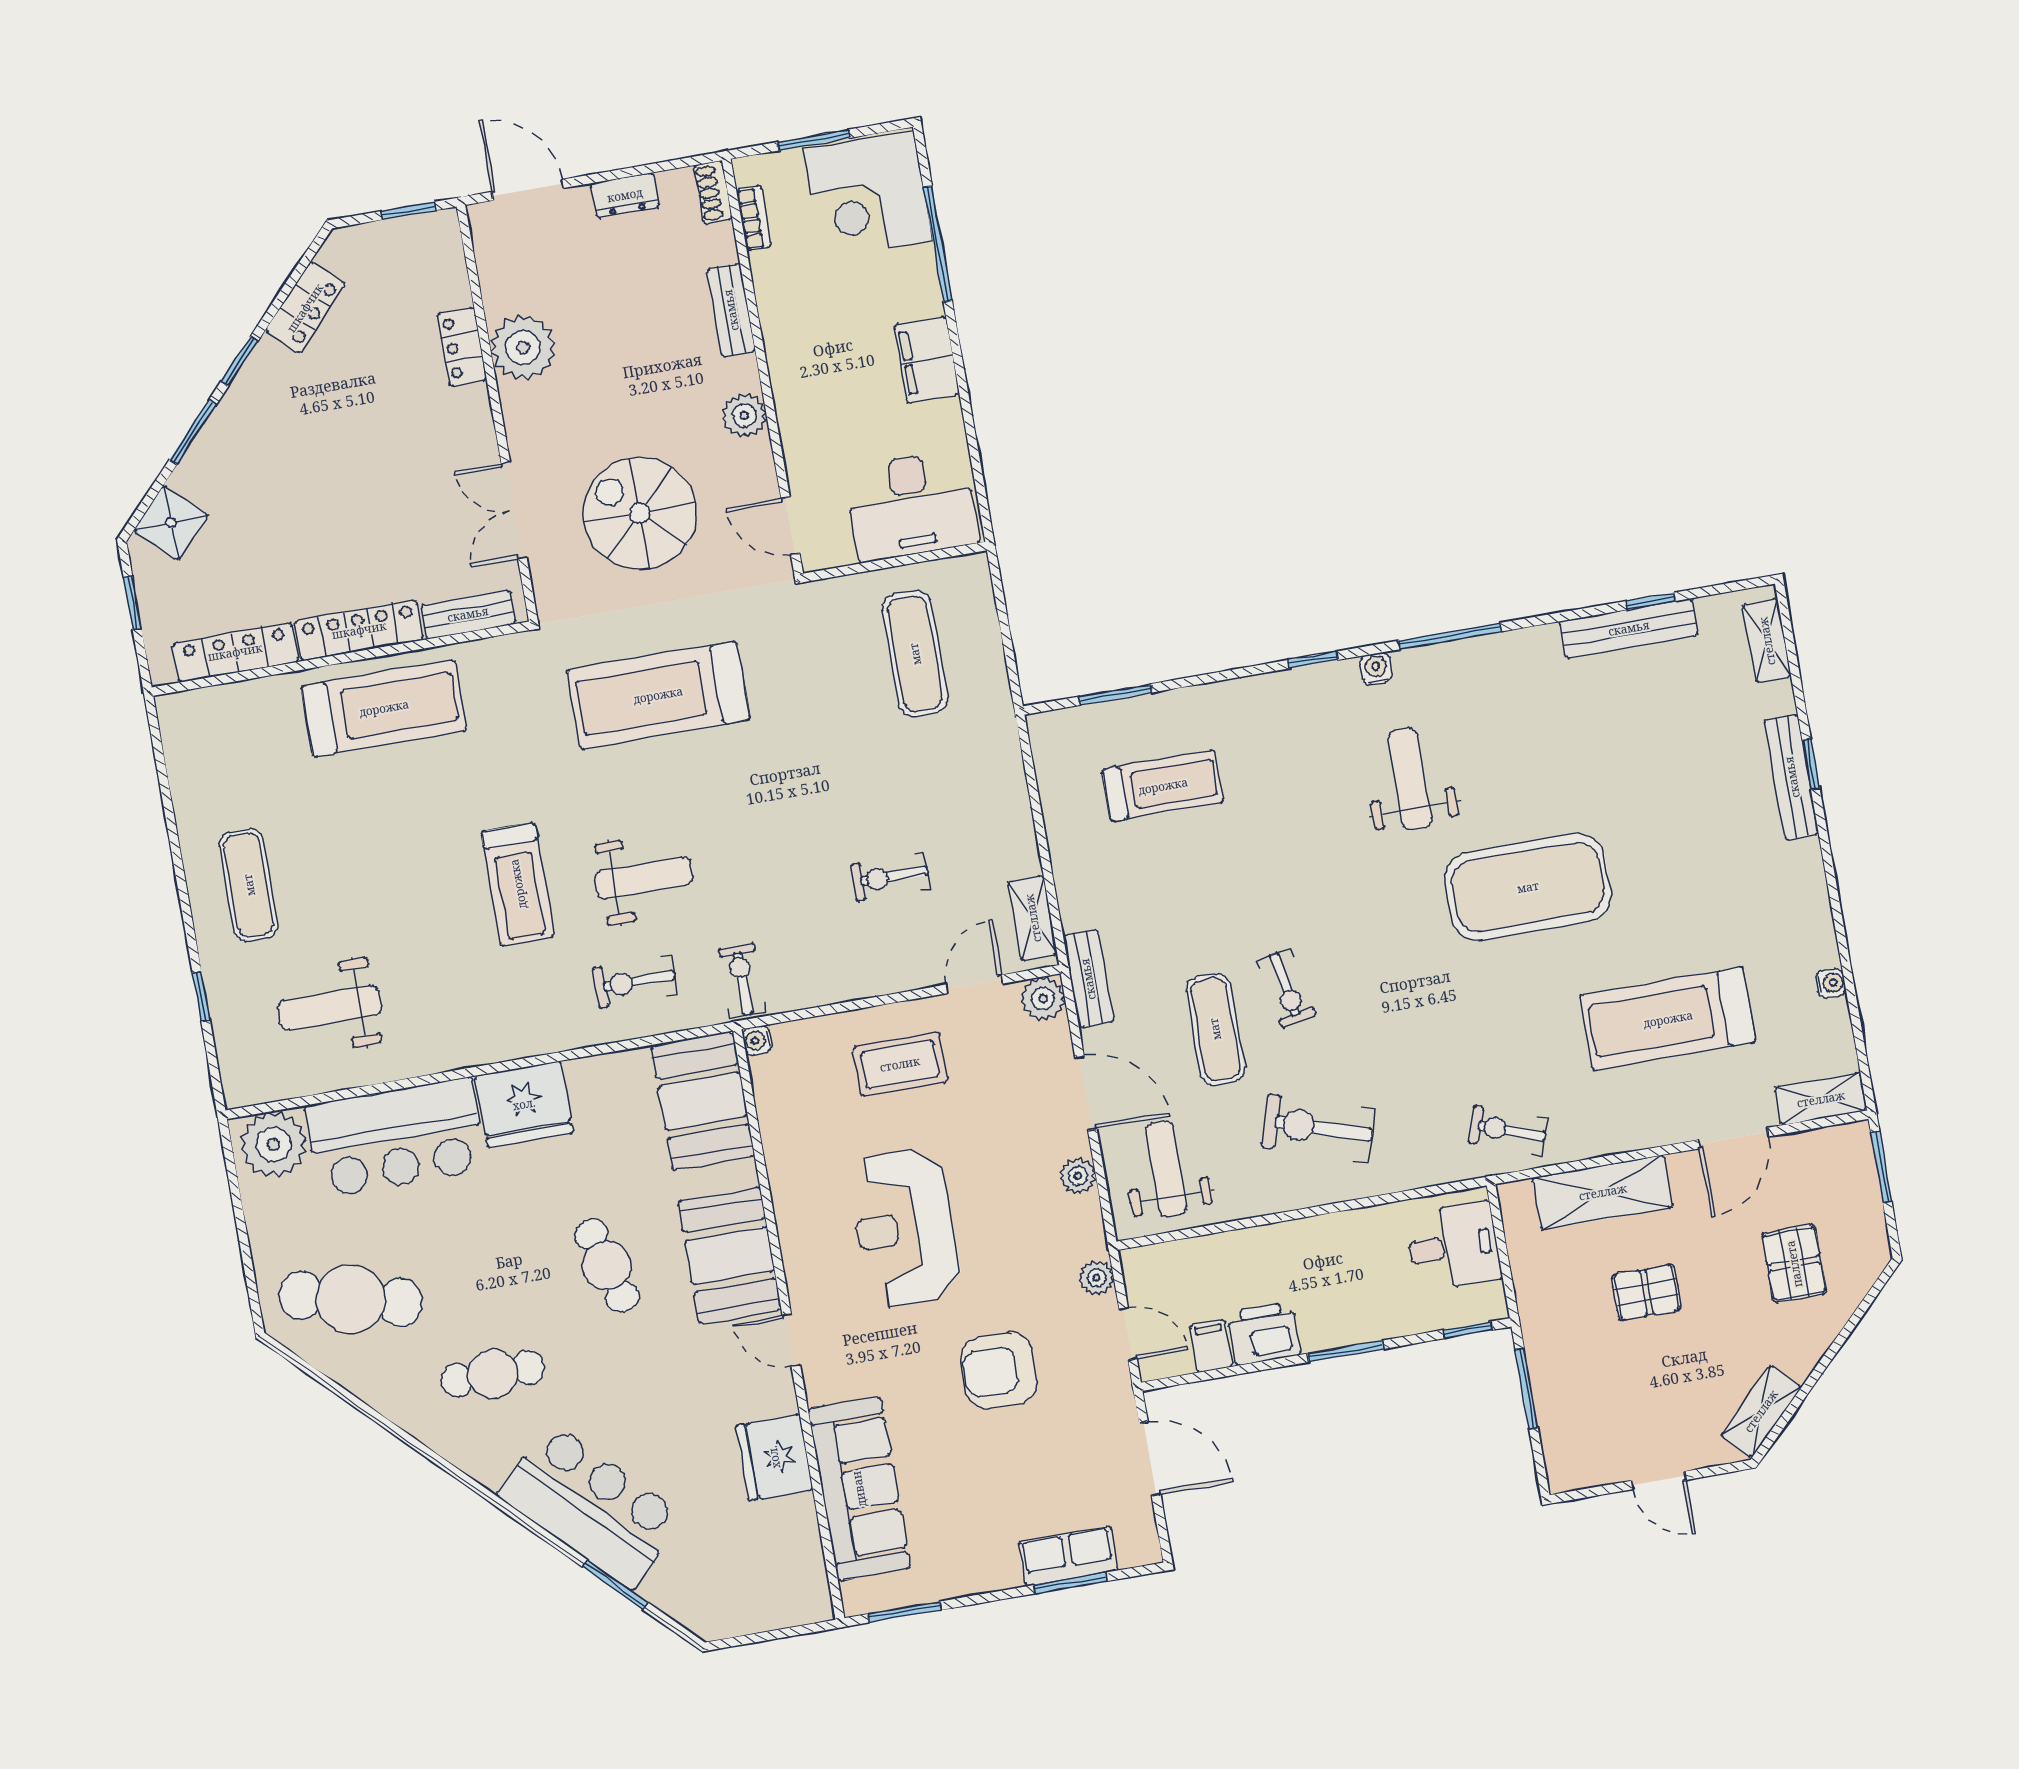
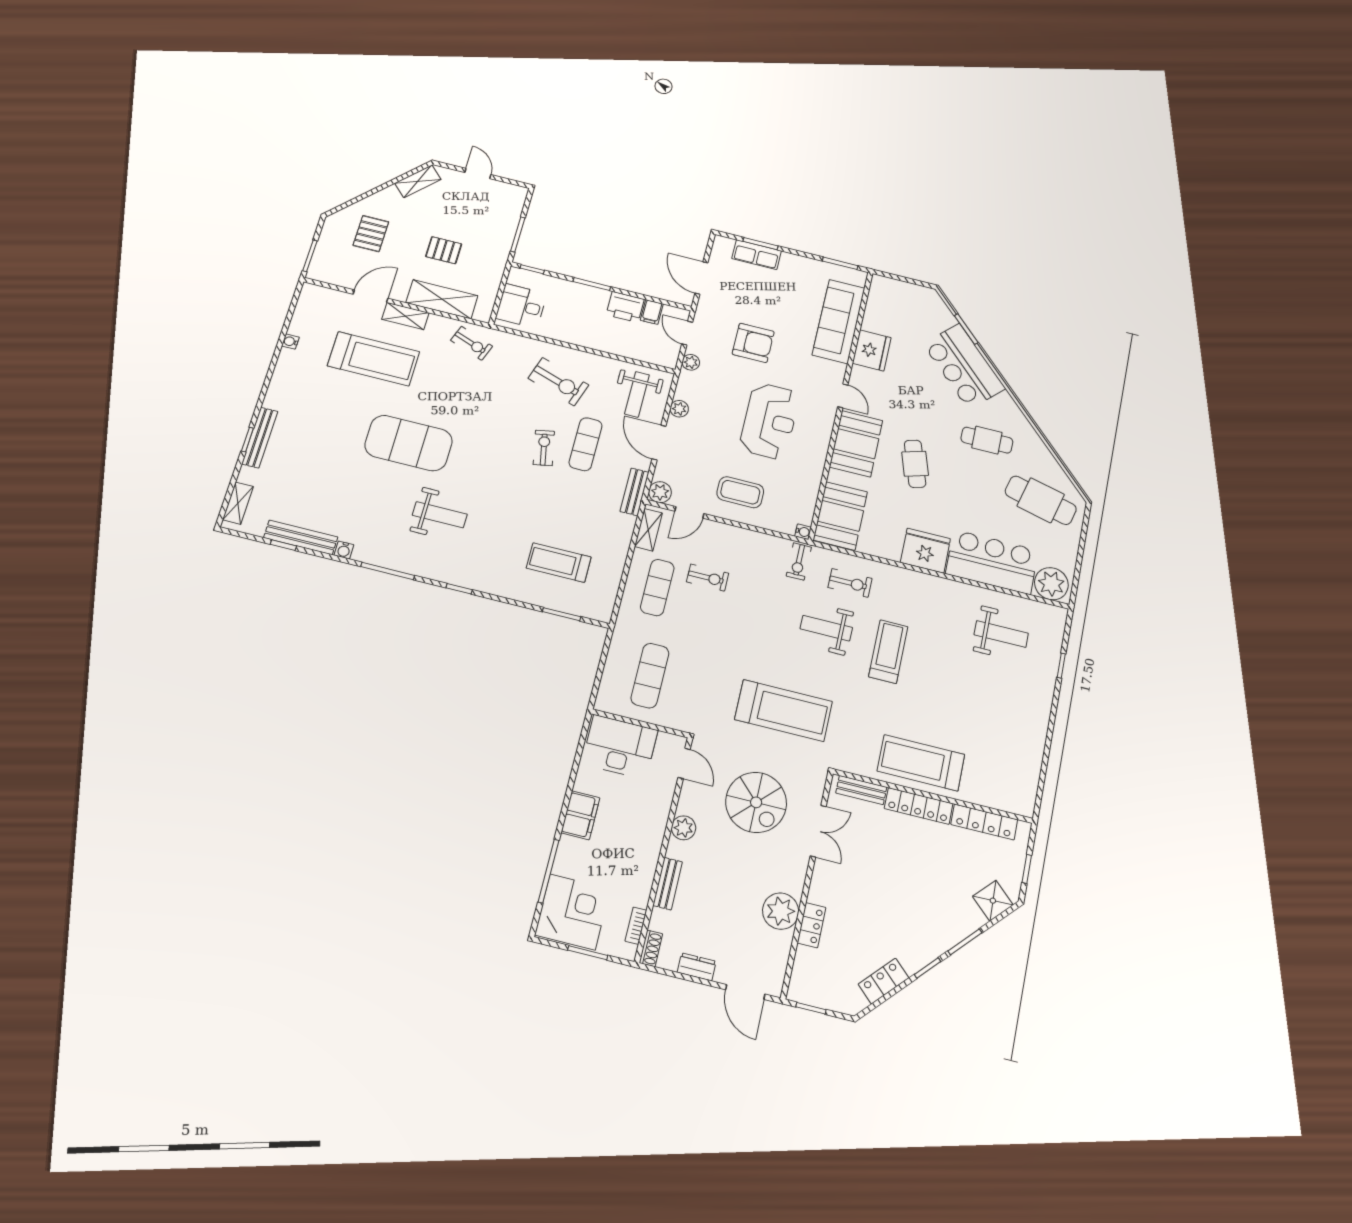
water cooler: (1376, 669) -> (344, 550), moved
weight bench: (1410, 779) -> (440, 515), turned -90
exercise mat: (249, 885) -> (657, 587), moved
shelving: (1821, 1099) -> (405, 316), moved

